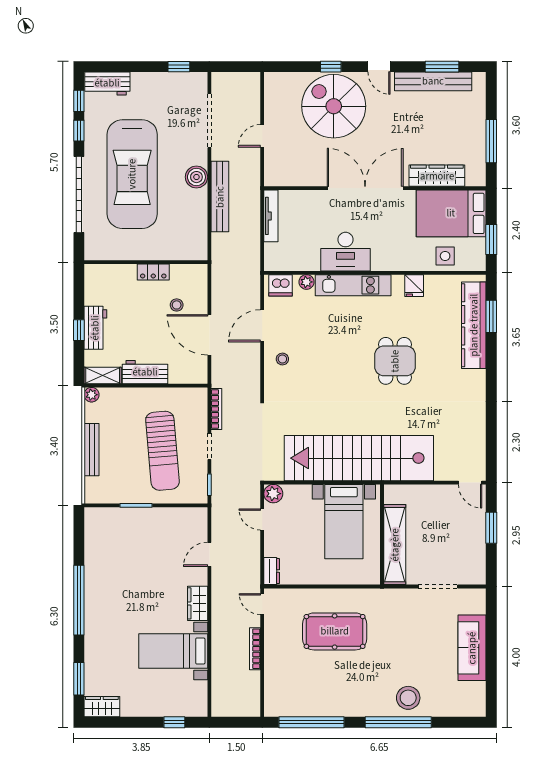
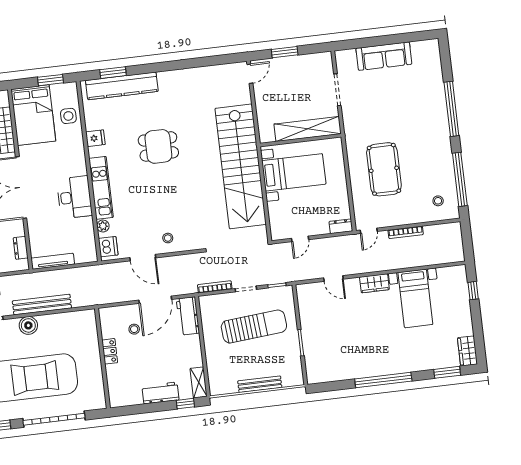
dresser: (292, 179) -> (21, 248), added
window: (79, 330) -> (185, 404), moved
workbench: (145, 372) -> (188, 316), moved
plant: (92, 395) -> (215, 390), removed
plant: (273, 494) -> (278, 232), removed
stool: (408, 698) -> (438, 201), moved, width x0.53, depth x0.53

